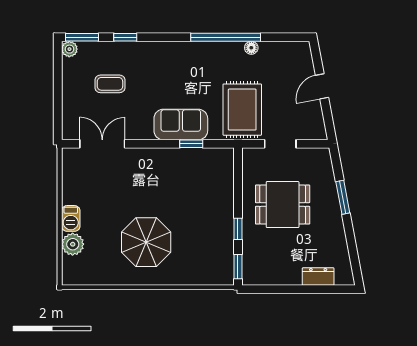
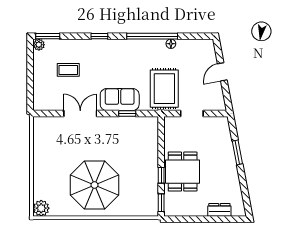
window: (125, 37) -> (99, 36), moved
double door: (102, 144) -> (80, 114), moved
dining table: (283, 205) -> (183, 172), moved, turned 90
barbecue: (71, 218) -> (40, 168), removed
parasol: (146, 242) -> (94, 185), width x1.36, depth x1.36
plant: (73, 244) -> (41, 208), moved

